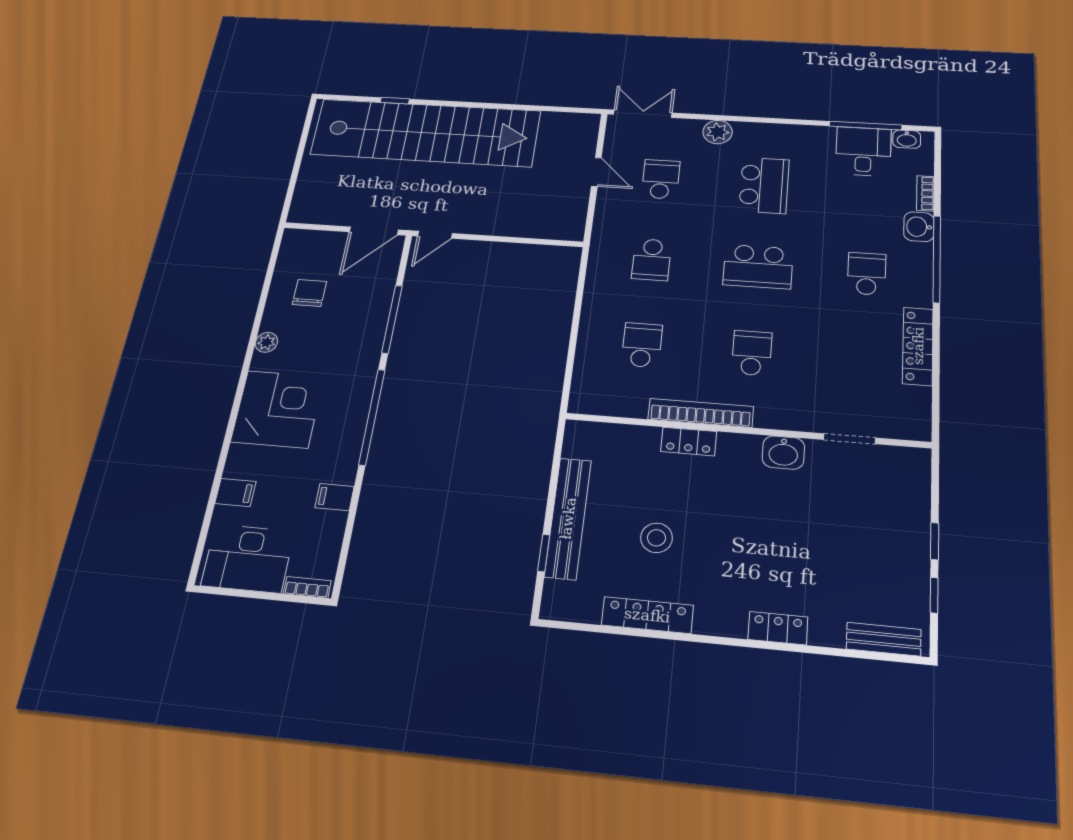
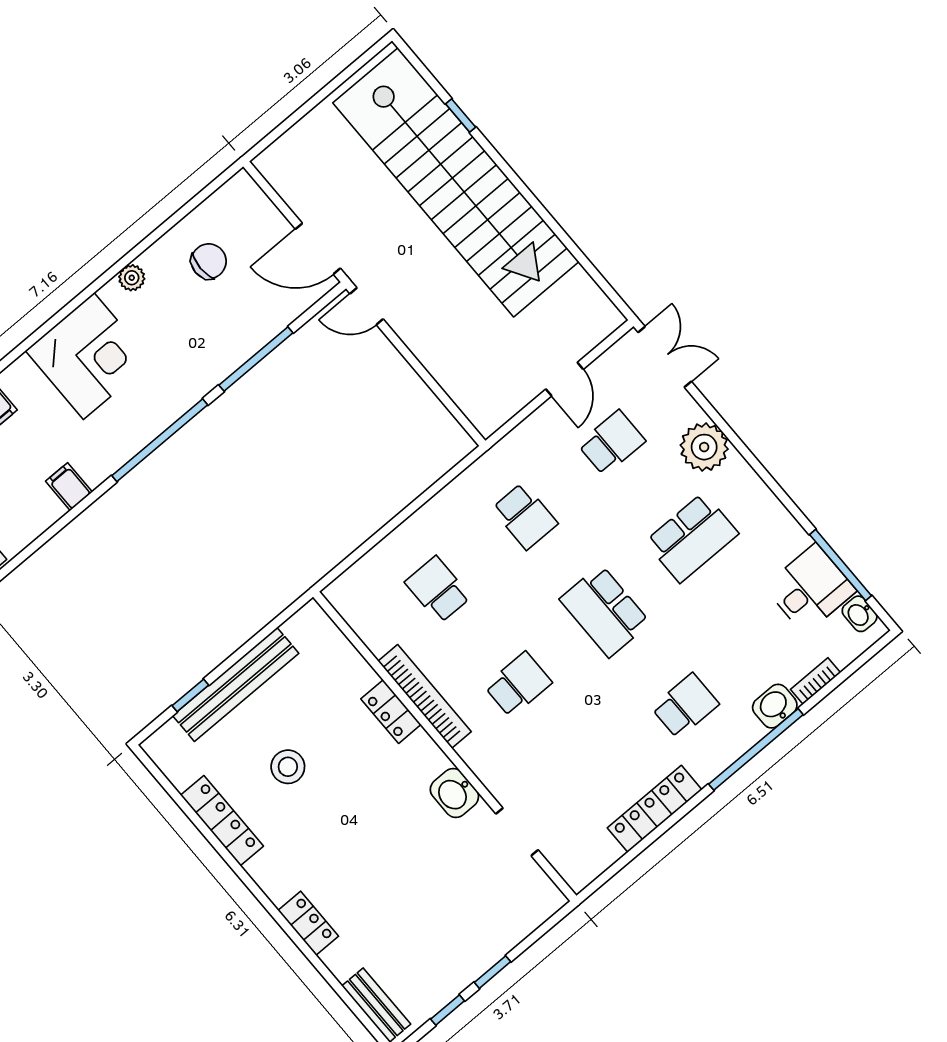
plant: (718, 132) -> (704, 447), width x1.36, depth x1.36
school desk: (652, 260) -> (525, 516), turned -90
school desk: (642, 345) -> (438, 590), turned -90

